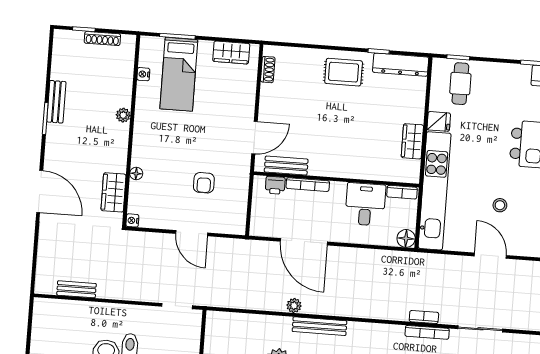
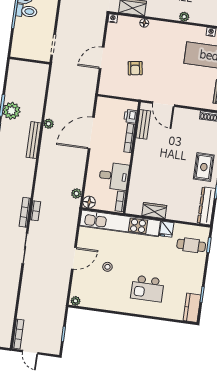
armchair: (204, 183) -> (135, 68), turned -99
plant: (394, 258) -> (76, 194), added

